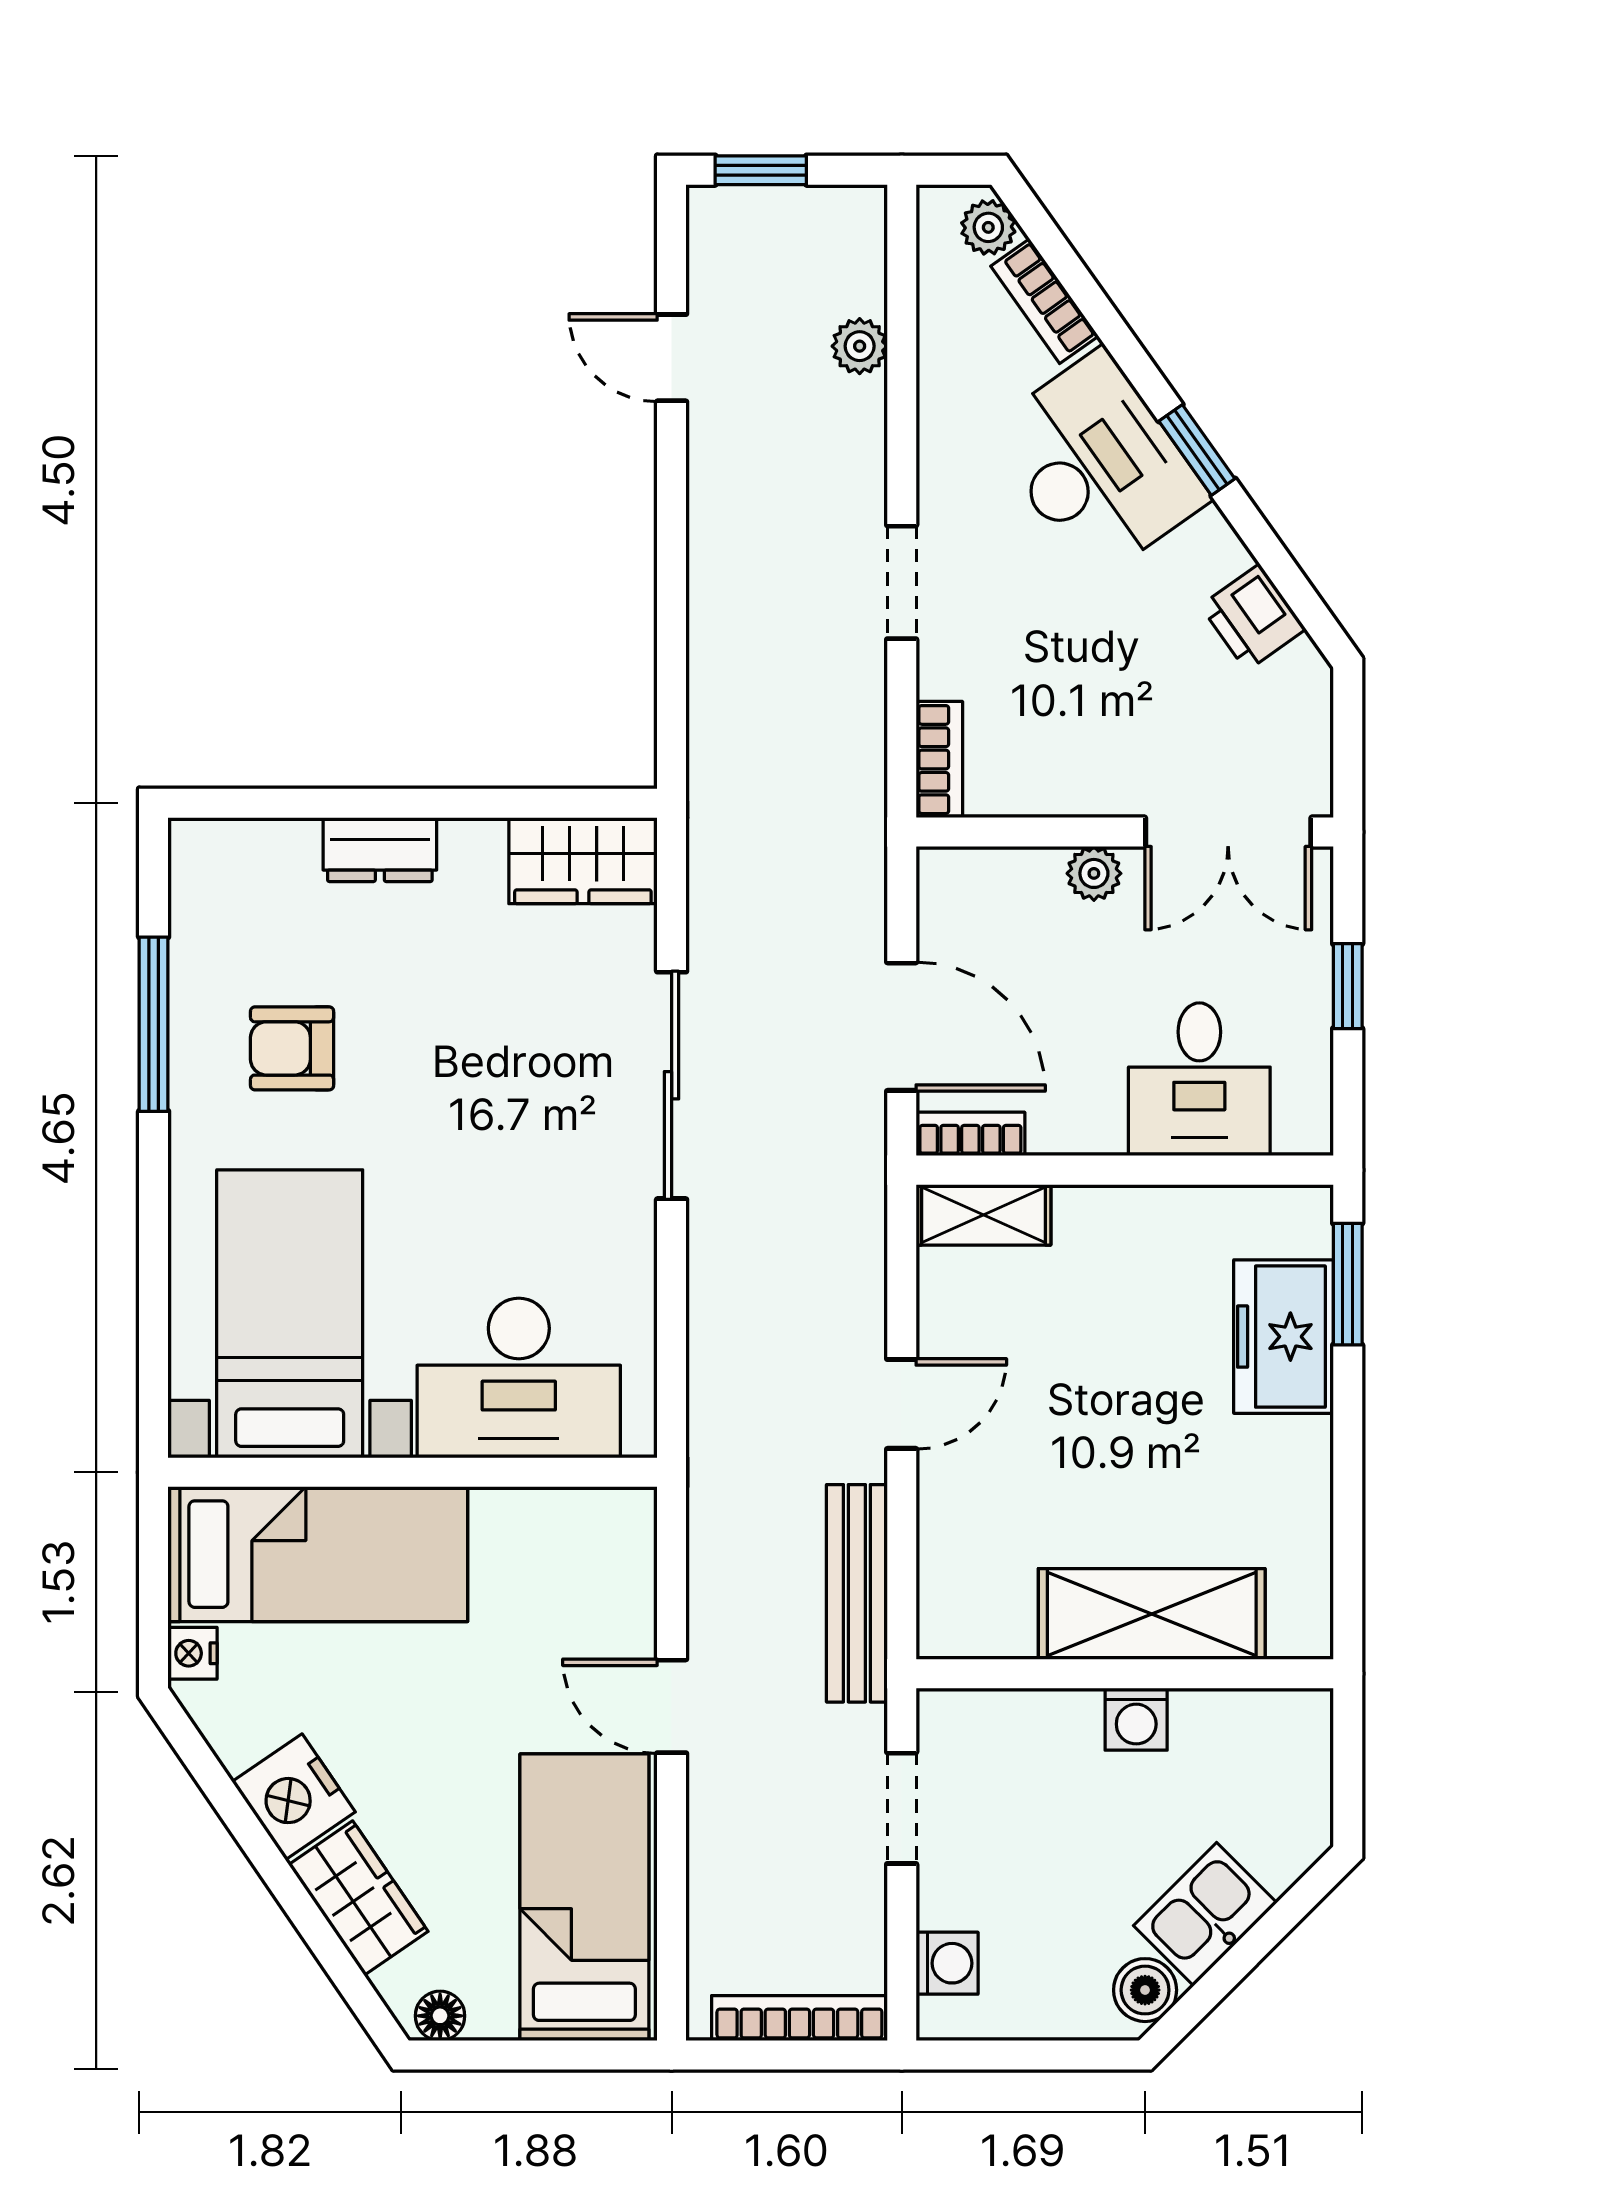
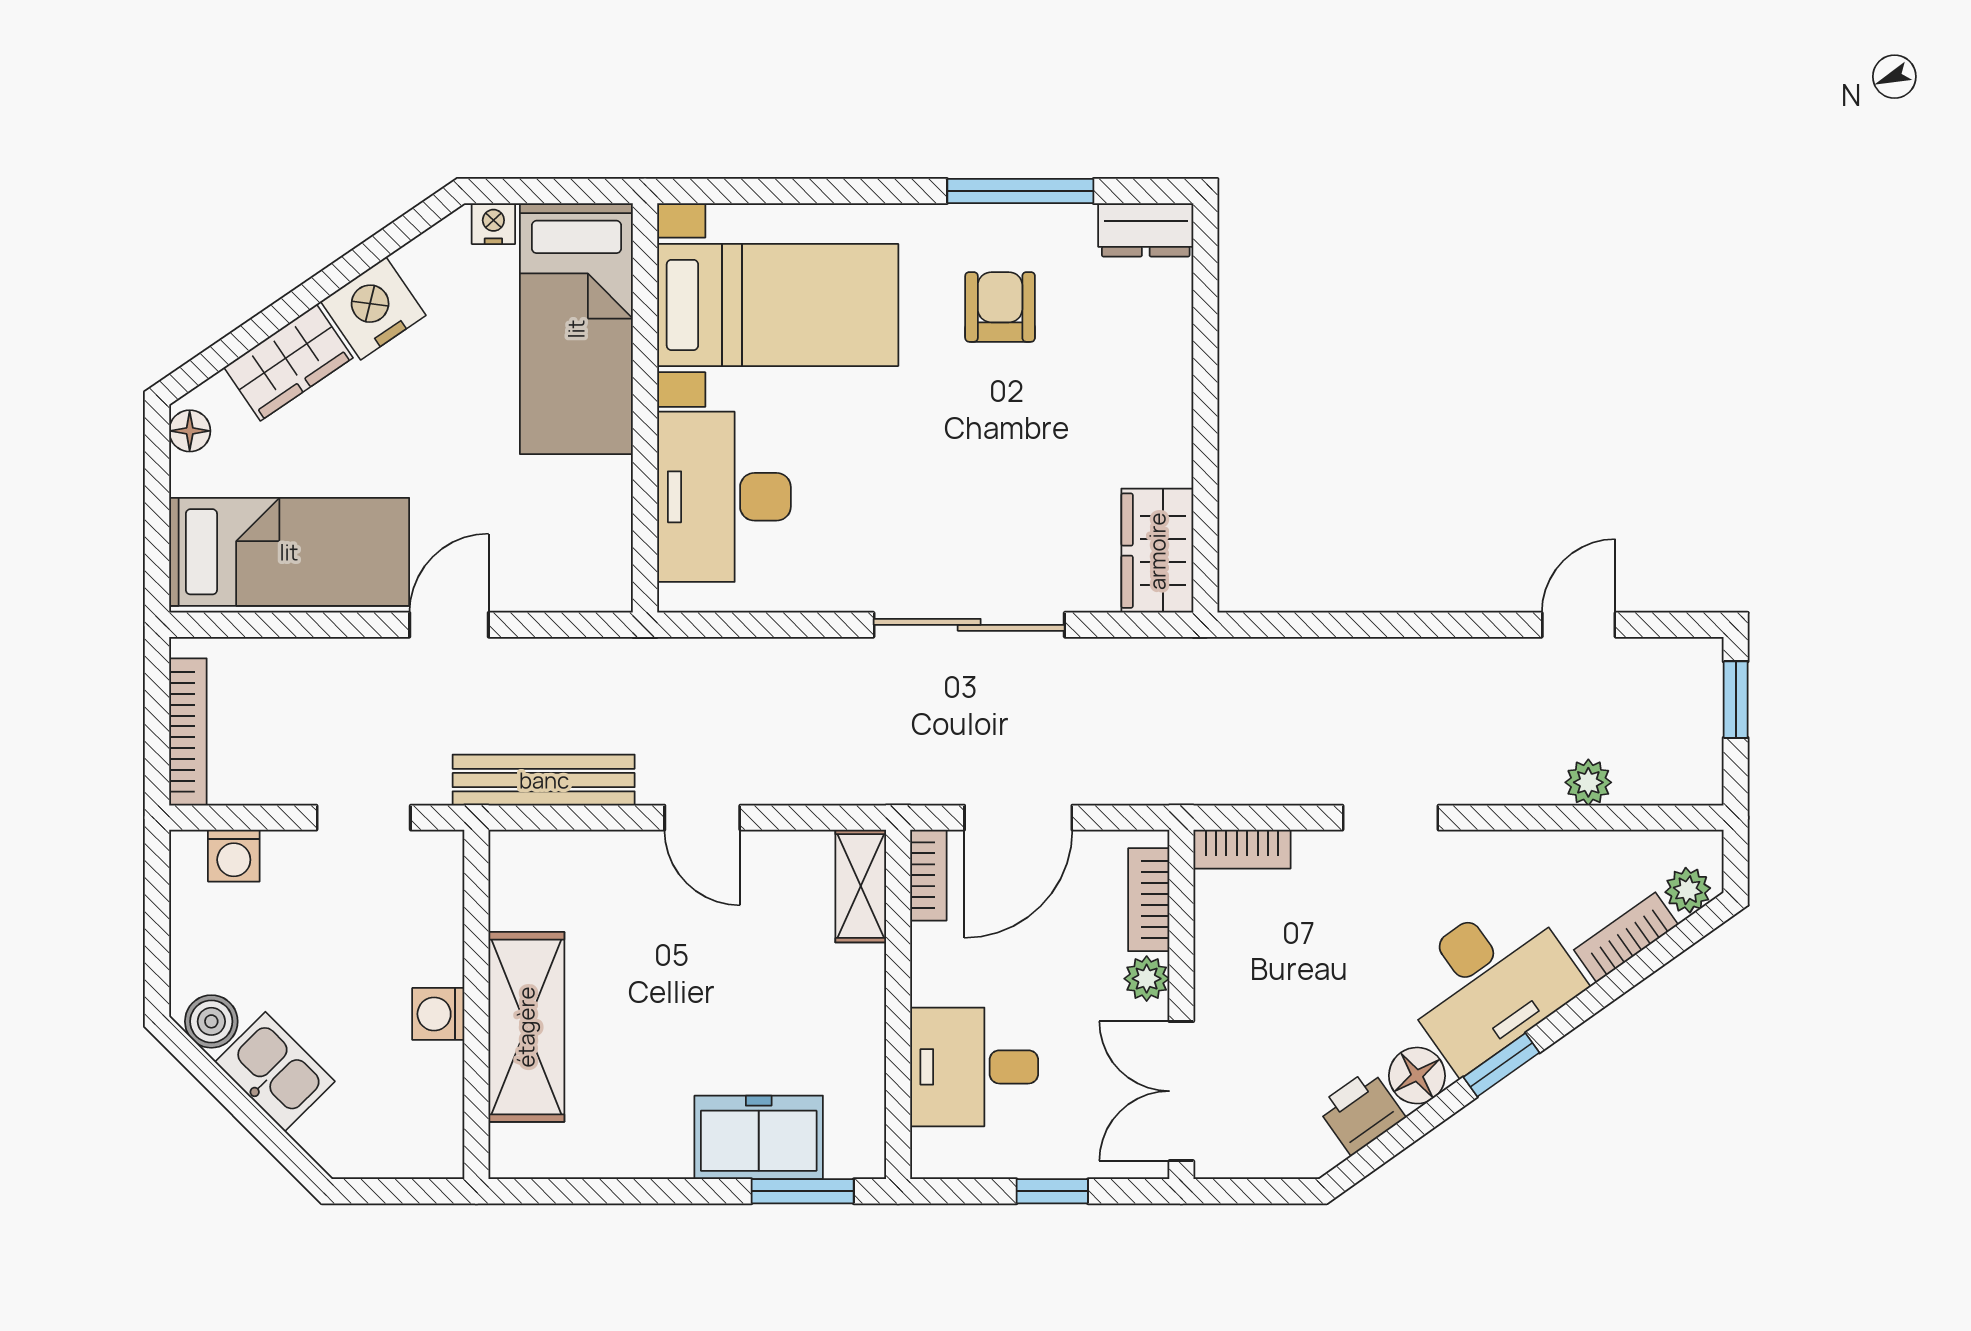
floor lamp: (1210, 551) -> (1417, 1076), added
dresser: (380, 850) -> (1146, 230), moved, turned -90
bookcase: (1000, 871) -> (1149, 900), added

